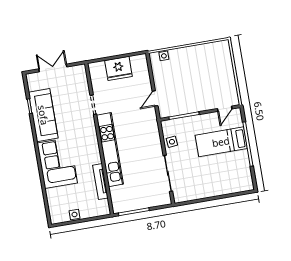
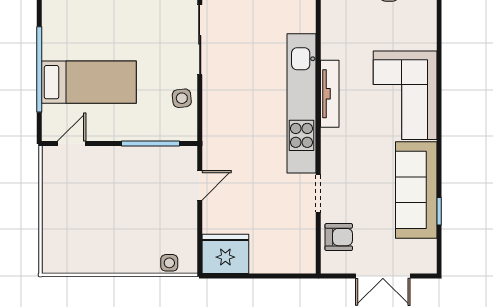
fridge: (118, 68) -> (225, 254), moved
armchair: (79, 84) -> (339, 237), added
tv unit: (100, 182) -> (330, 94), moved

